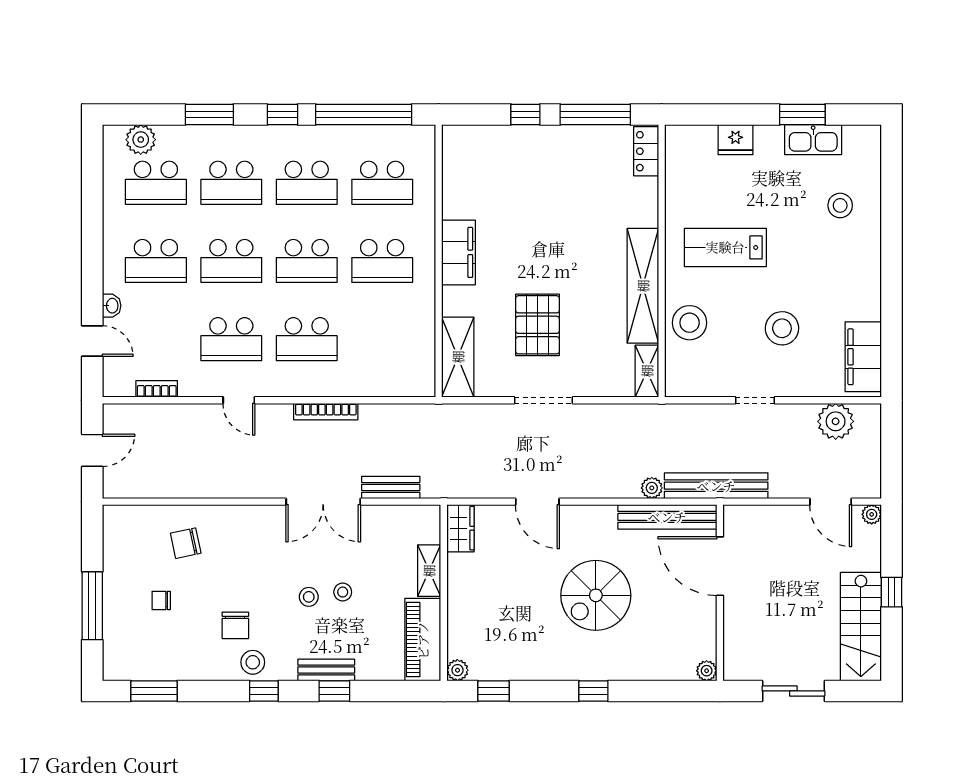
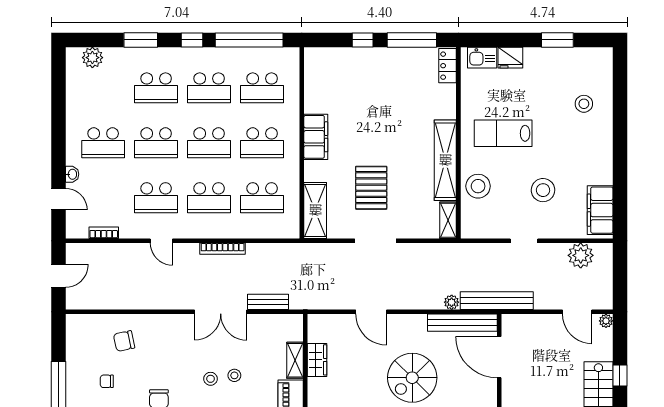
kitchen sink: (813, 140) -> (482, 58), moved, width x0.73
school desk: (156, 183) -> (262, 198), moved
wardrobe: (460, 528) -> (317, 360), moved

